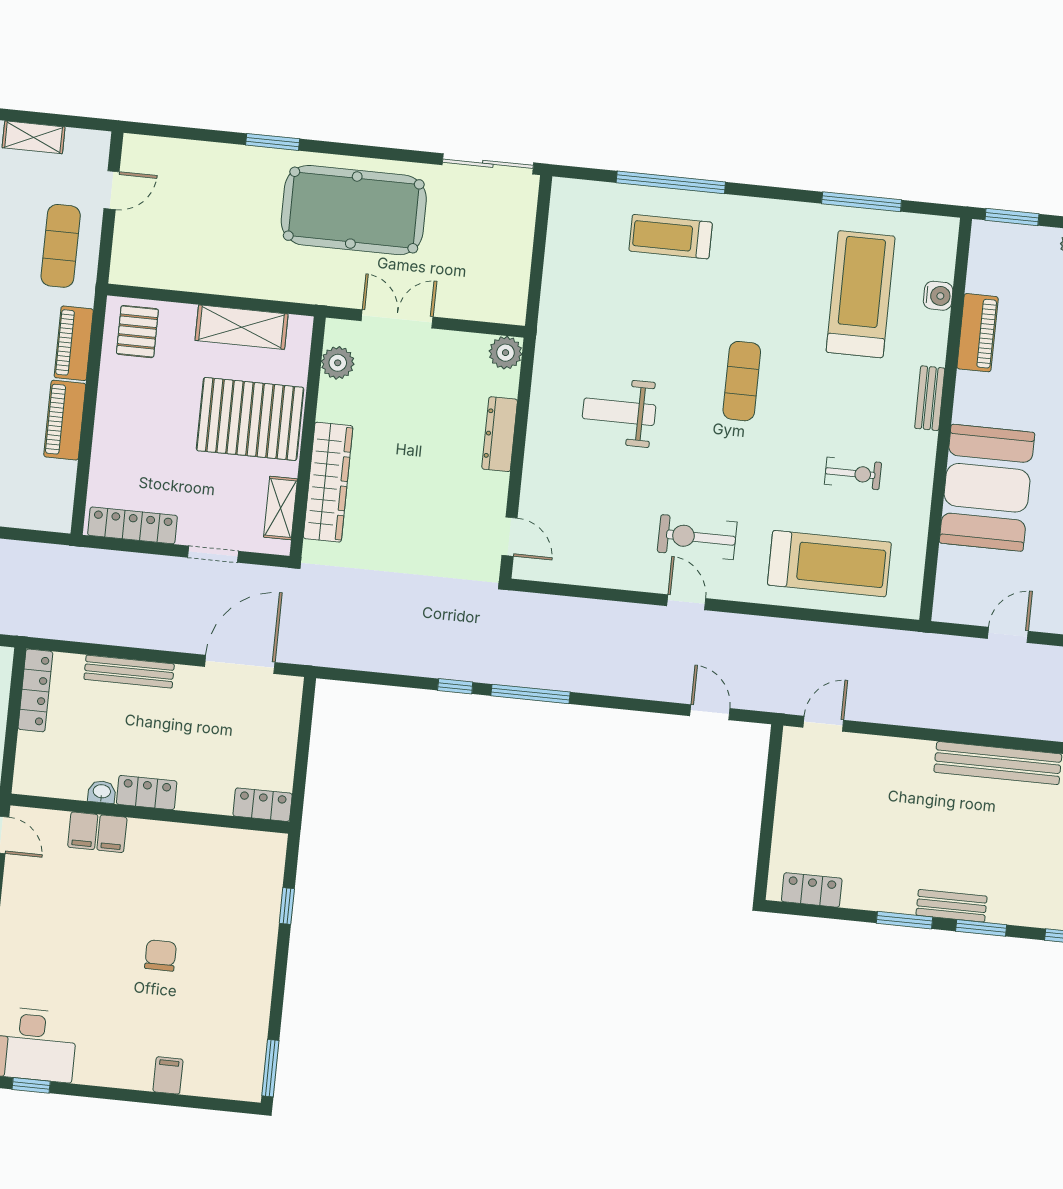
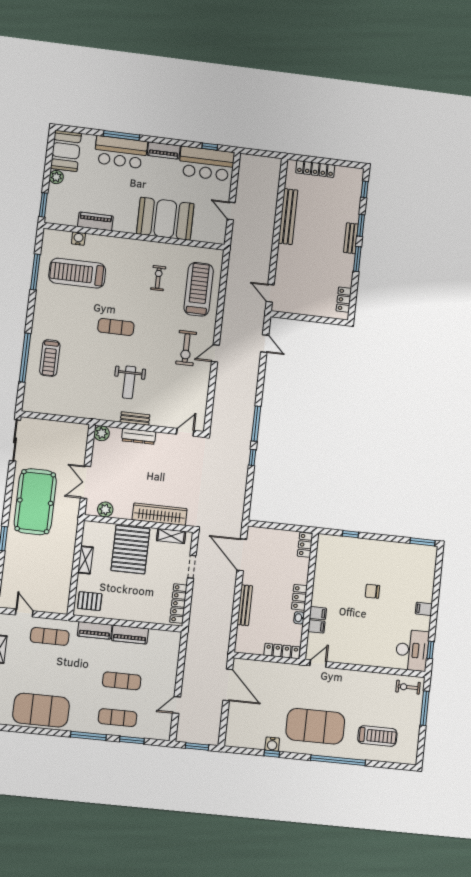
shelving: (242, 327) -> (85, 560), width x0.67, depth x0.75
bench: (930, 398) -> (135, 418), moved
locker: (35, 690) -> (282, 651), moved
door: (710, 712) -> (265, 344), swing flipped
filing cabinet: (168, 1075) -> (424, 609), moved

